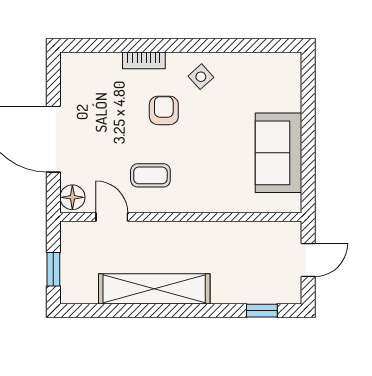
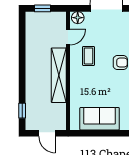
shelving: (154, 289) -> (59, 75), moved

